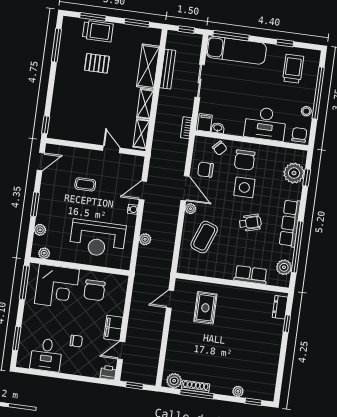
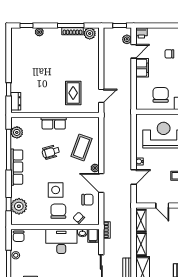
desk: (265, 124) -> (61, 241), moved
wheelchair: (250, 223) -> (51, 152), moved
plant: (145, 239) -> (127, 39), moved
row of seats: (251, 275) -> (54, 123), moved

